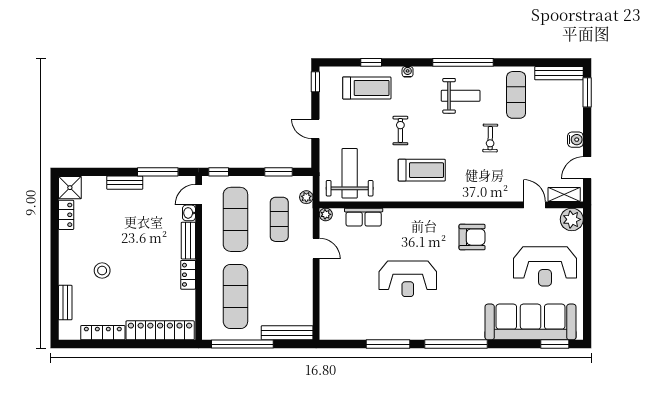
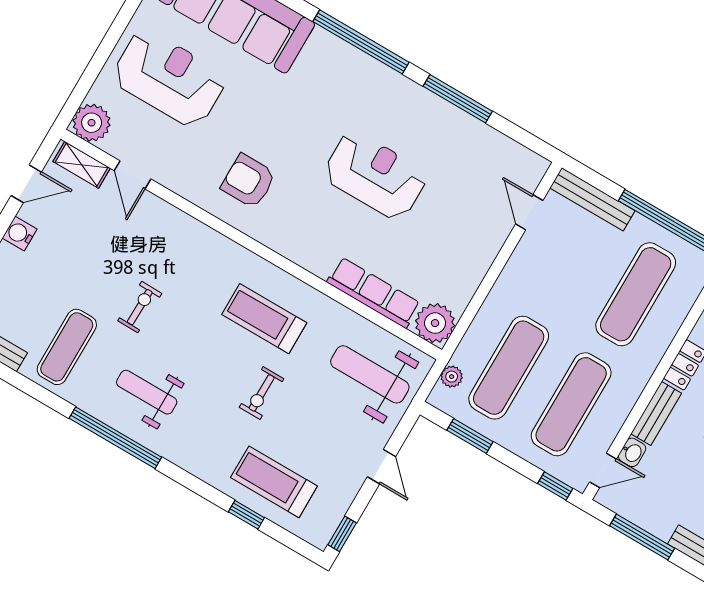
water cooler: (408, 72) -> (202, 471), removed
weight bench: (350, 173) -> (370, 374), turned 90
plant: (326, 214) -> (435, 323), width x1.87, depth x1.87
row of seats: (364, 217) -> (374, 293), width x1.48
exercise mat: (279, 219) -> (509, 368), width x1.36, depth x1.45
door: (316, 249) -> (529, 212), moved

